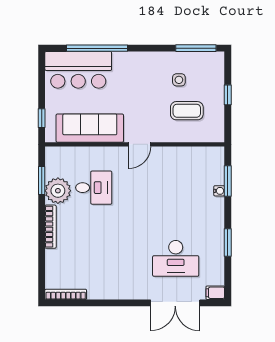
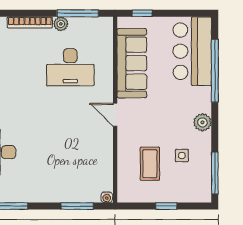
plant: (147, 60) -> (202, 122), added
window: (42, 180) -> (78, 13), width x1.44
desk: (94, 188) -> (70, 67), width x1.37
plant: (58, 191) -> (61, 24), width x0.53, depth x0.53
water cooler: (219, 191) -> (107, 197), moved

